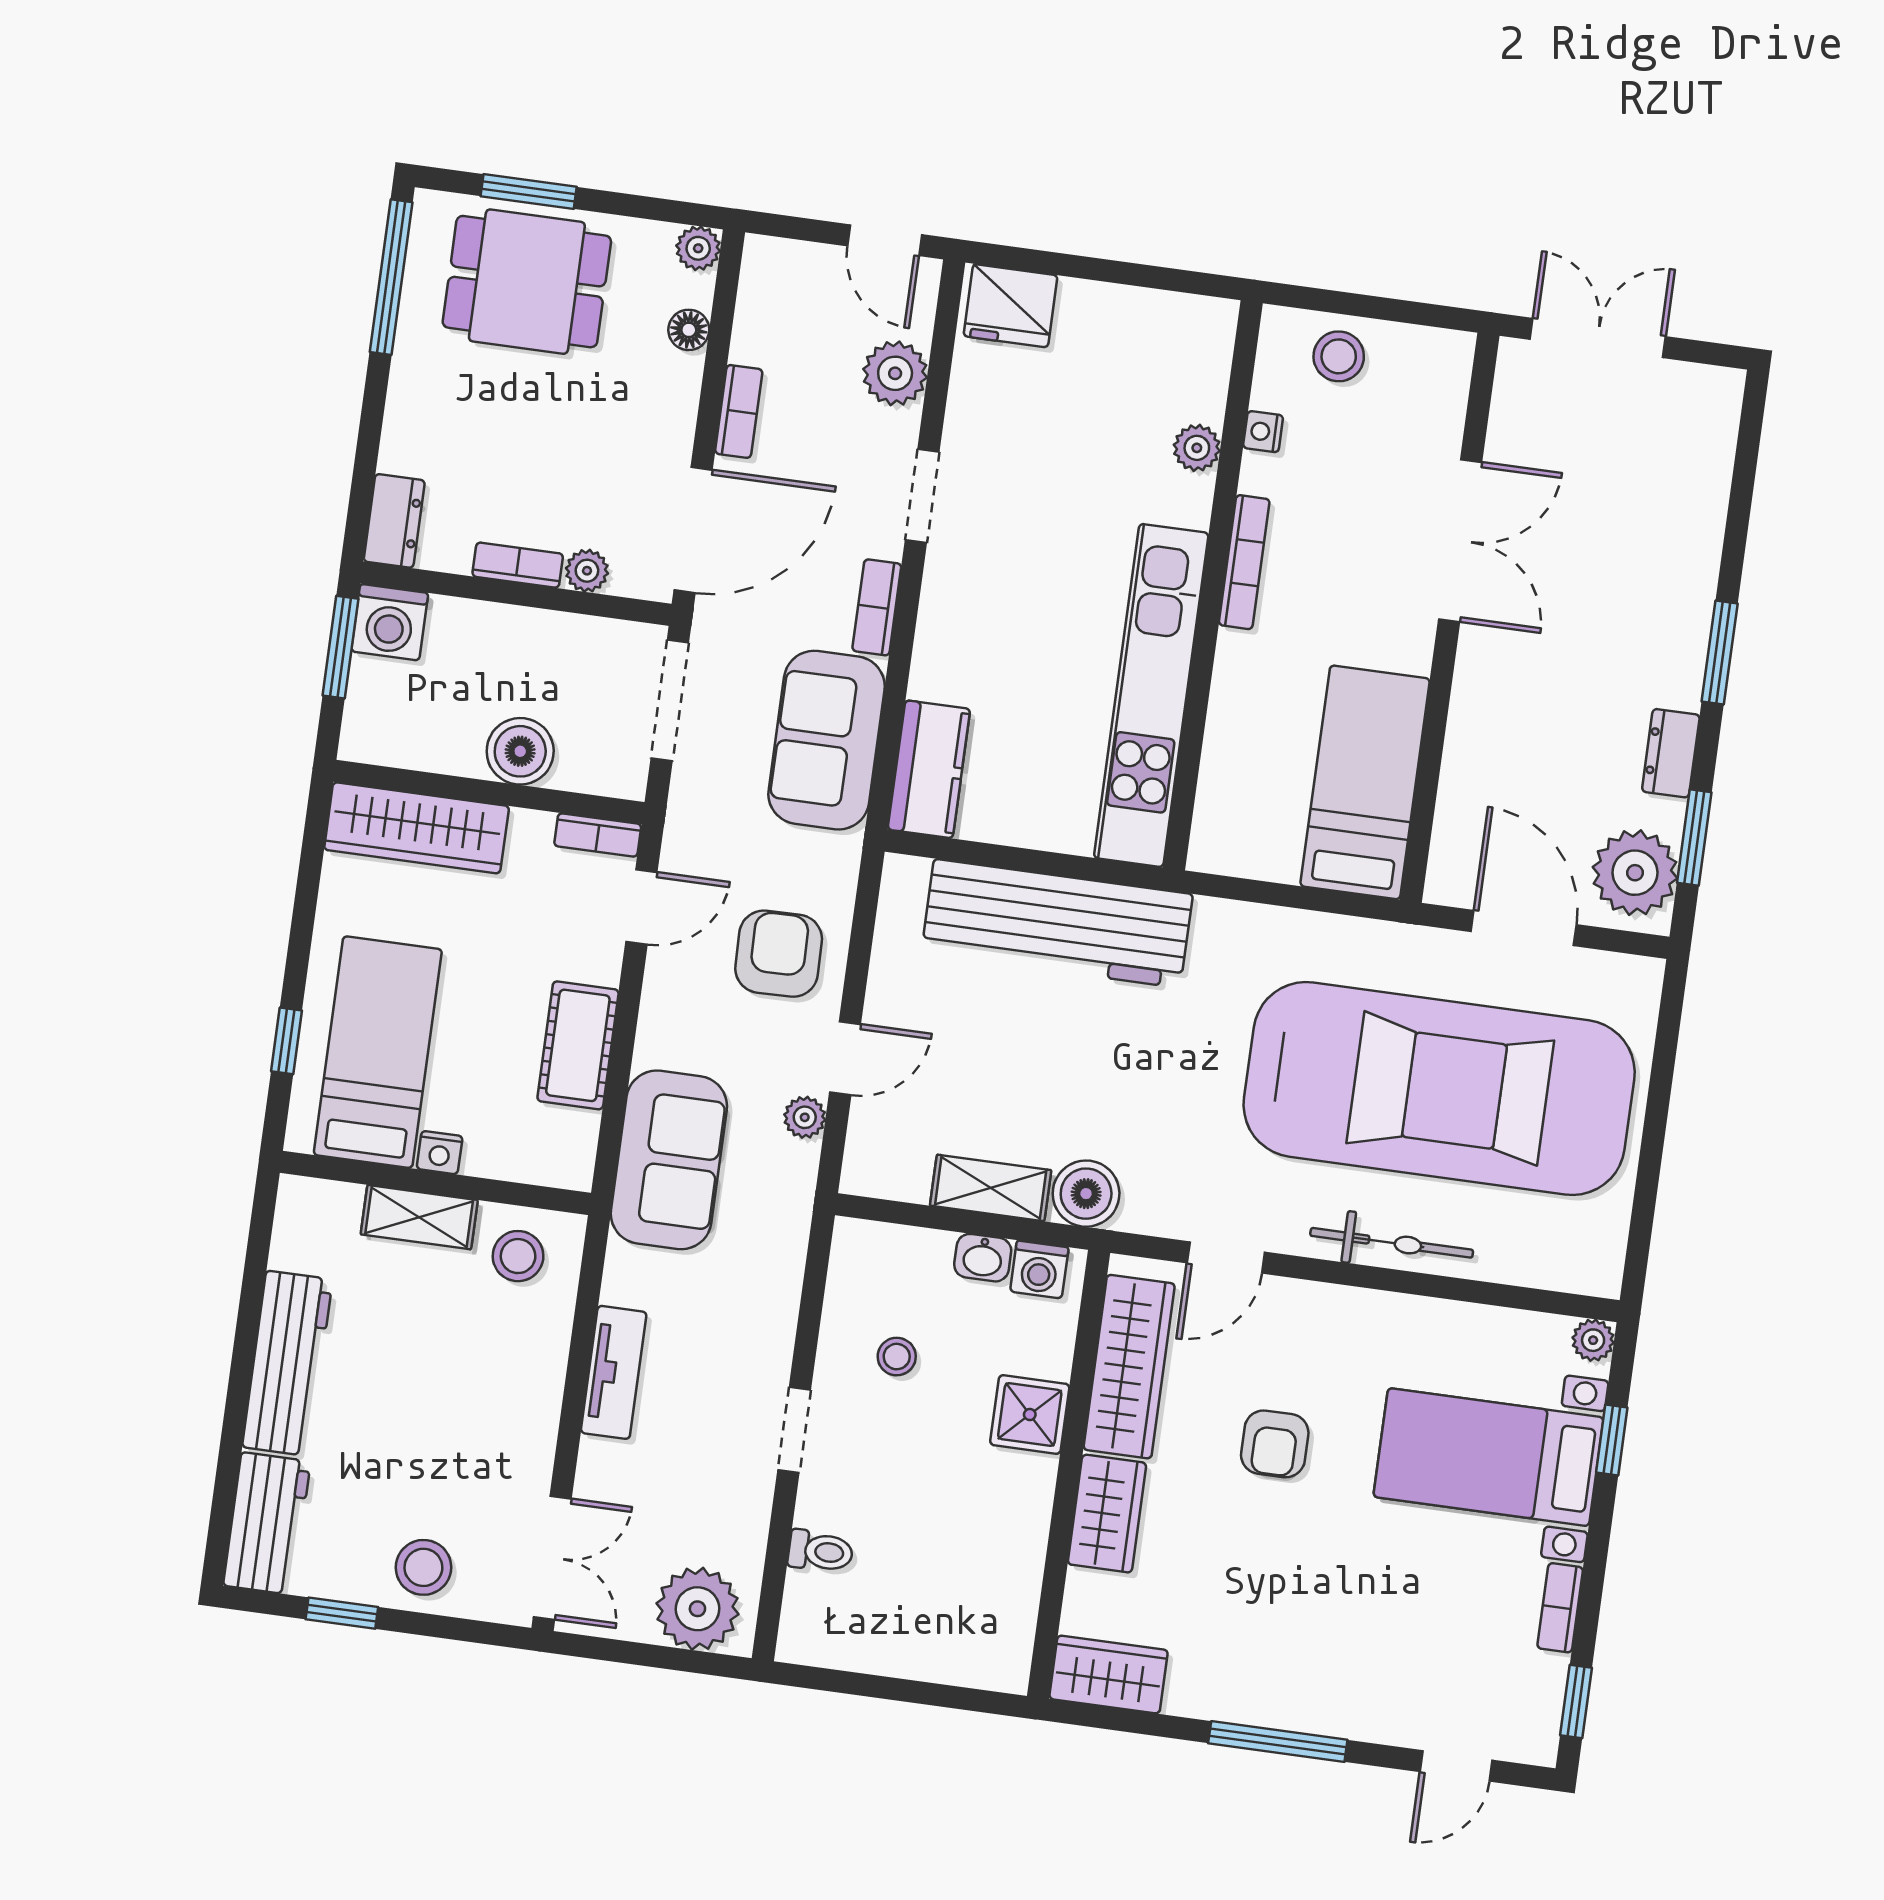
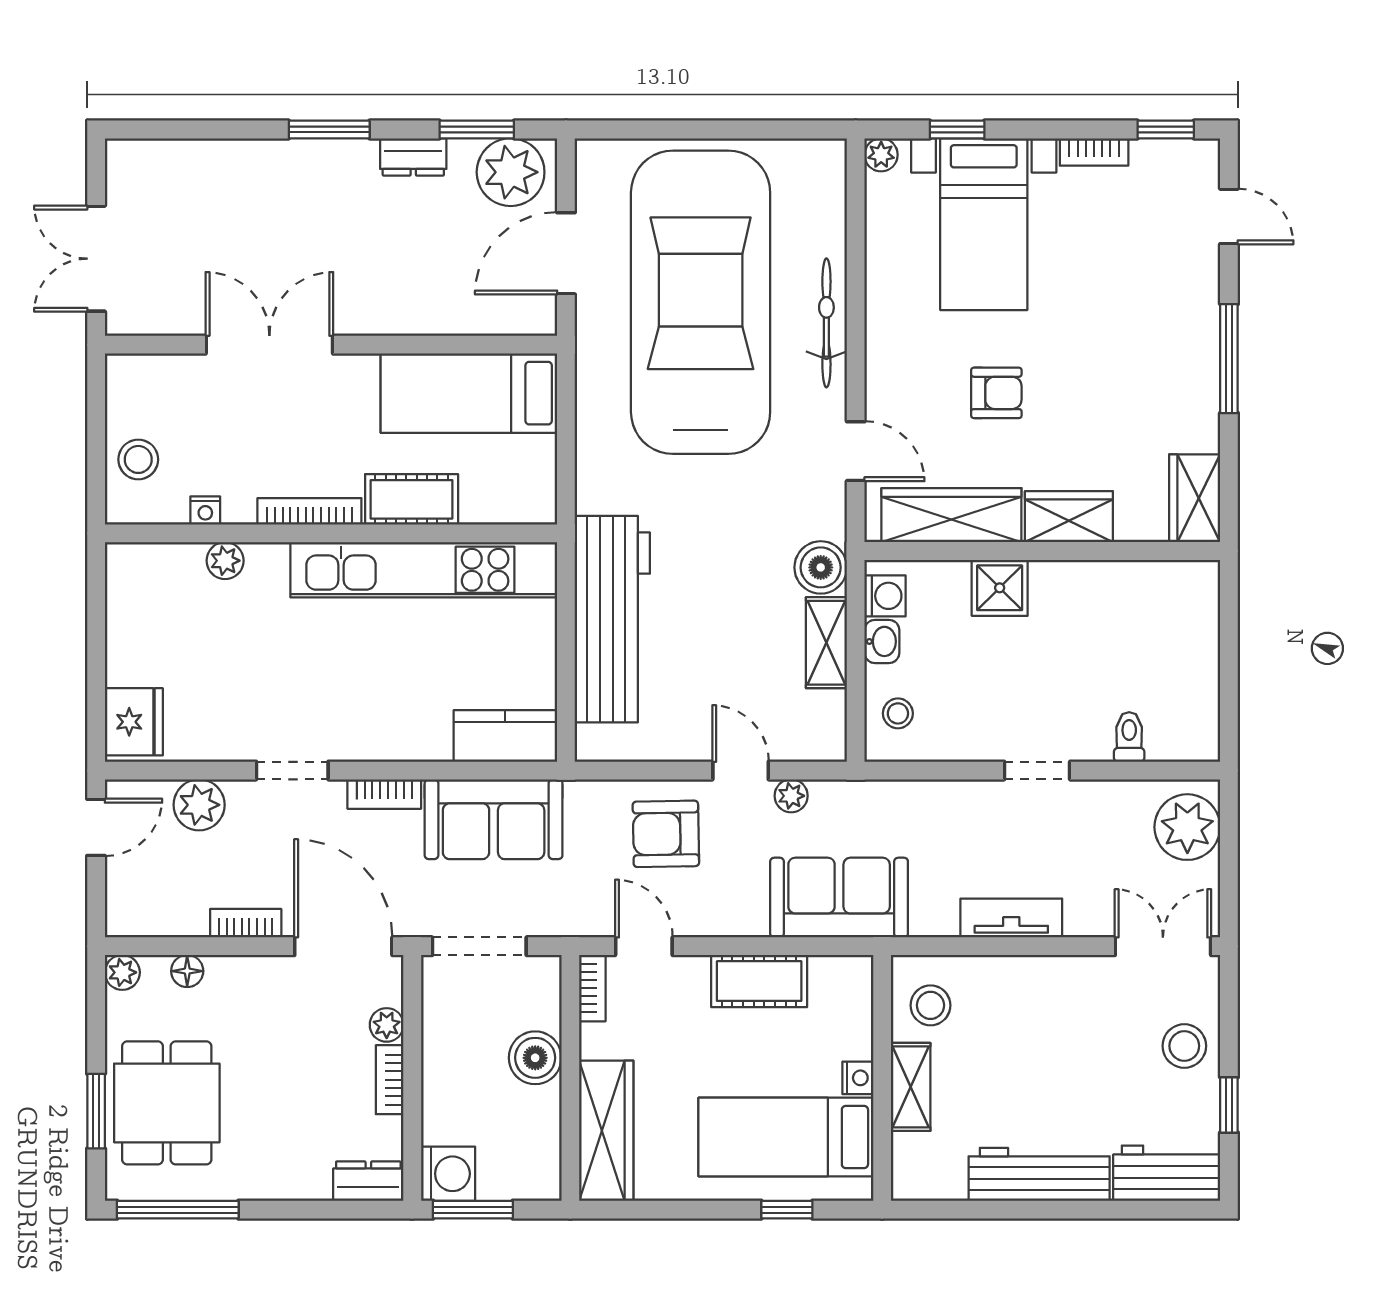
cot: (1242, 692) -> (412, 499), added
stool: (897, 1357) -> (898, 713), moved

